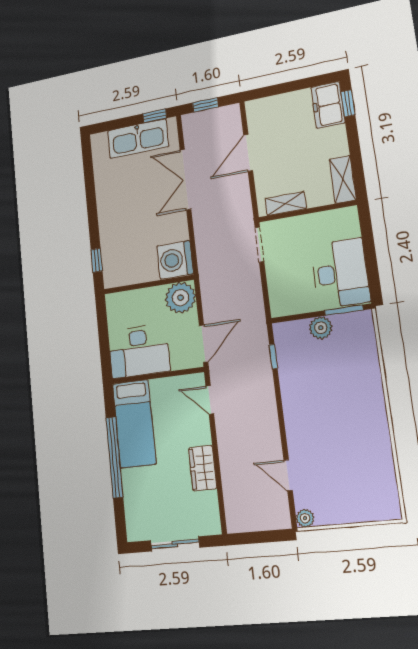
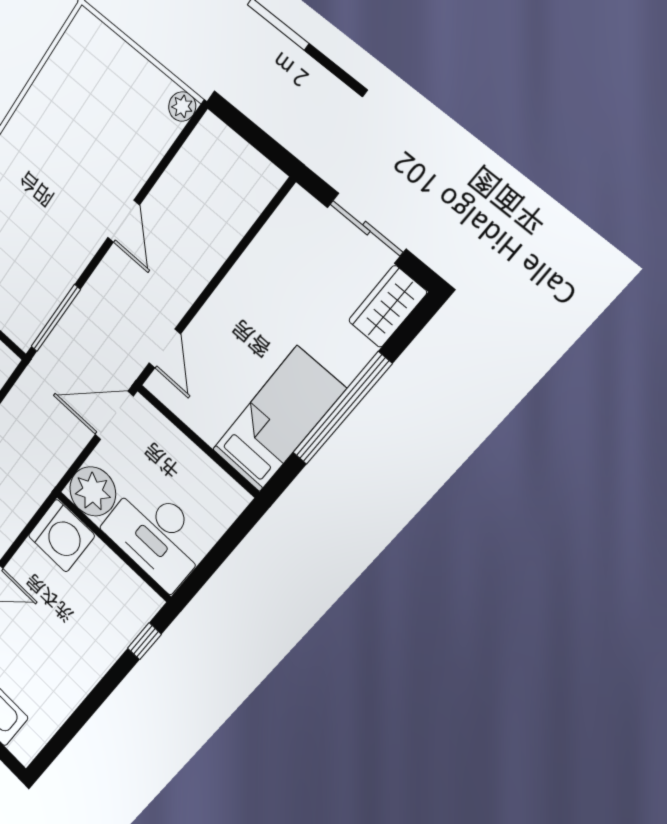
desk: (139, 351) -> (156, 535), moved, turned 180
window: (273, 357) -> (56, 318), width x2.17
wardrobe: (203, 468) -> (387, 307), moved, turned 180
door: (288, 475) -> (124, 221), moved

